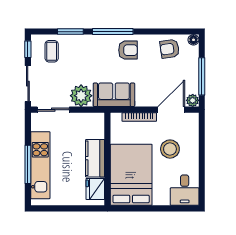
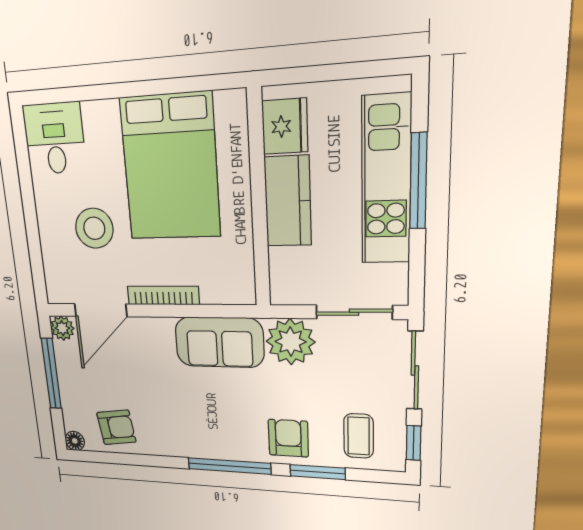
armchair: (128, 50) -> (288, 438), moved, turned 90
kitchen counter: (95, 158) -> (288, 201), moved
wall: (107, 159) -> (259, 200), moved
fridge: (95, 189) -> (285, 126), moved

